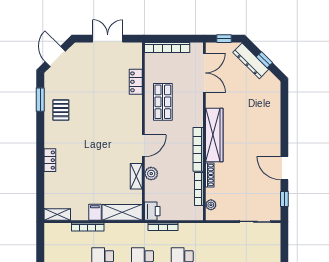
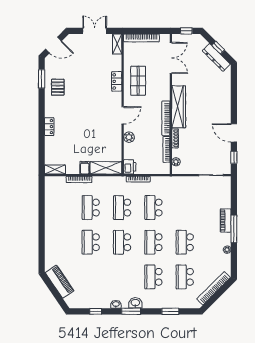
door: (55, 56) -> (53, 45), swing flipped
dresser: (251, 61) -> (216, 57), moved
locker: (136, 82) -> (117, 81), moved
shelving: (136, 176) -> (117, 44), moved

